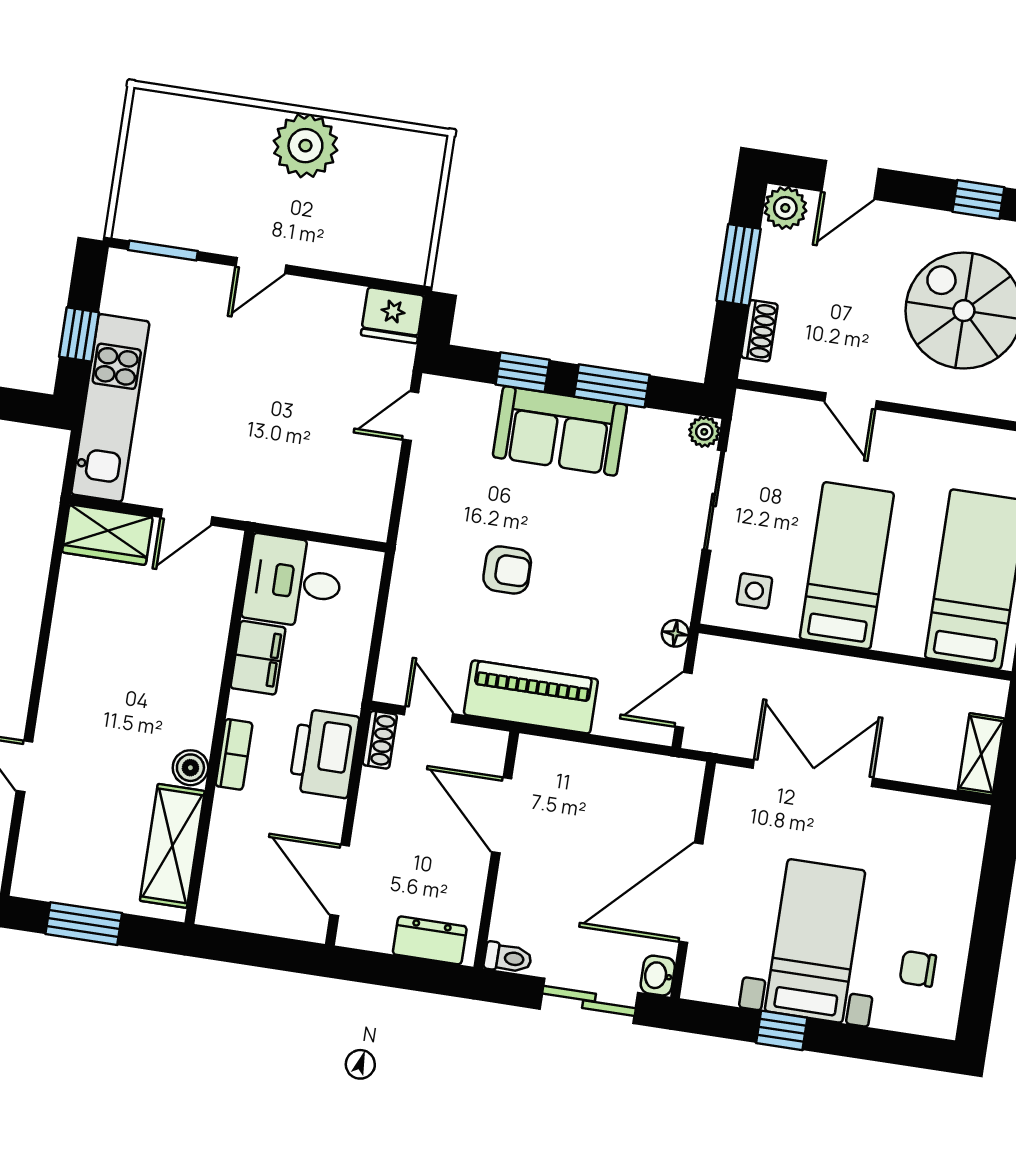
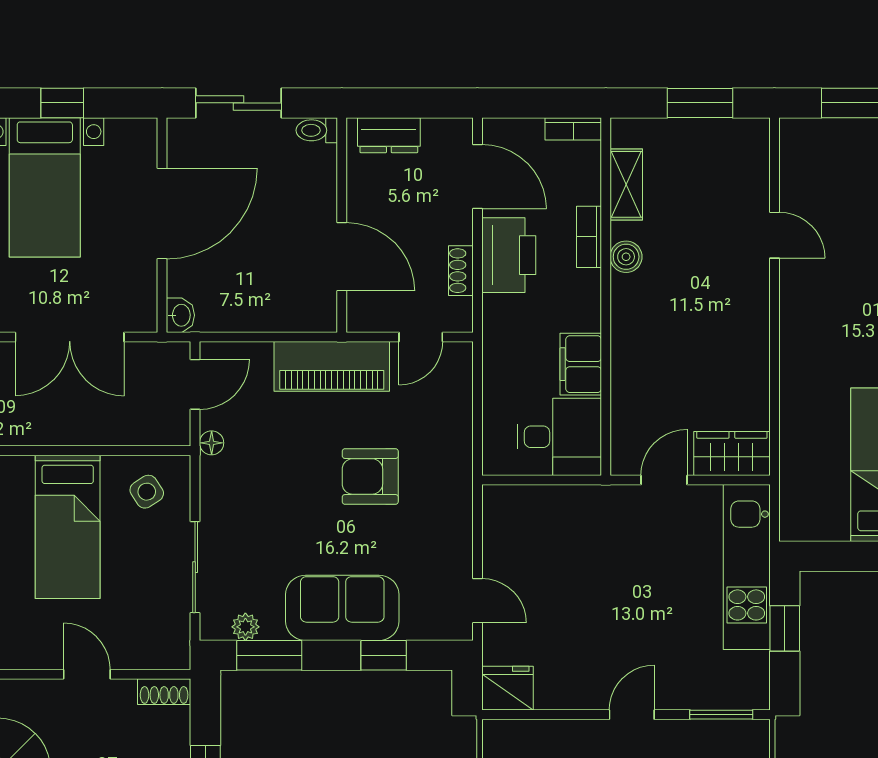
shoe rack: (759, 331) -> (164, 692), moved, turned -90
window: (612, 386) -> (269, 655), moved
door: (411, 416) -> (477, 601), hinge flipped
plant: (704, 432) -> (245, 627), moved
armchair: (507, 570) -> (370, 476), width x1.38, depth x1.38
side table: (754, 591) -> (147, 492), turned -33
door: (429, 714) -> (421, 337), hinge flipped
shoe rack: (380, 740) -> (461, 271), moved
printer: (324, 753) -> (509, 255), moved
bookcase: (234, 754) -> (589, 237), moved
shelving: (172, 846) -> (626, 184), width x0.67, depth x0.75
bookcase: (227, 916) -> (573, 129), added
washbasin: (658, 976) -> (180, 315), moved

